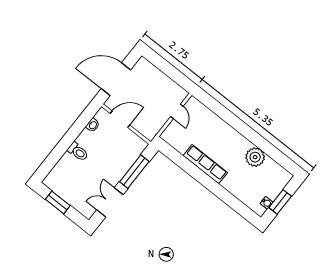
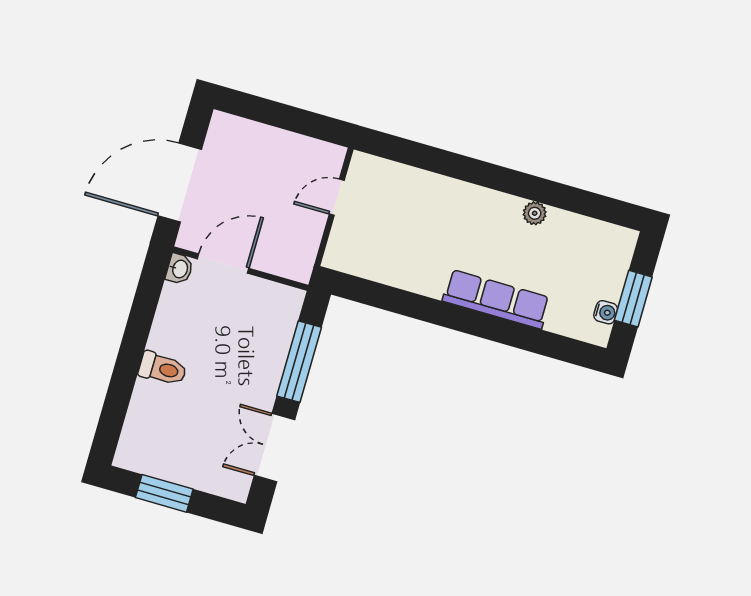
door: (177, 111) -> (337, 197), swing flipped
washbasin: (93, 125) -> (179, 269), moved
plant: (255, 157) -> (535, 213), width x0.53, depth x0.53
row of seats: (205, 164) -> (496, 299), moved

